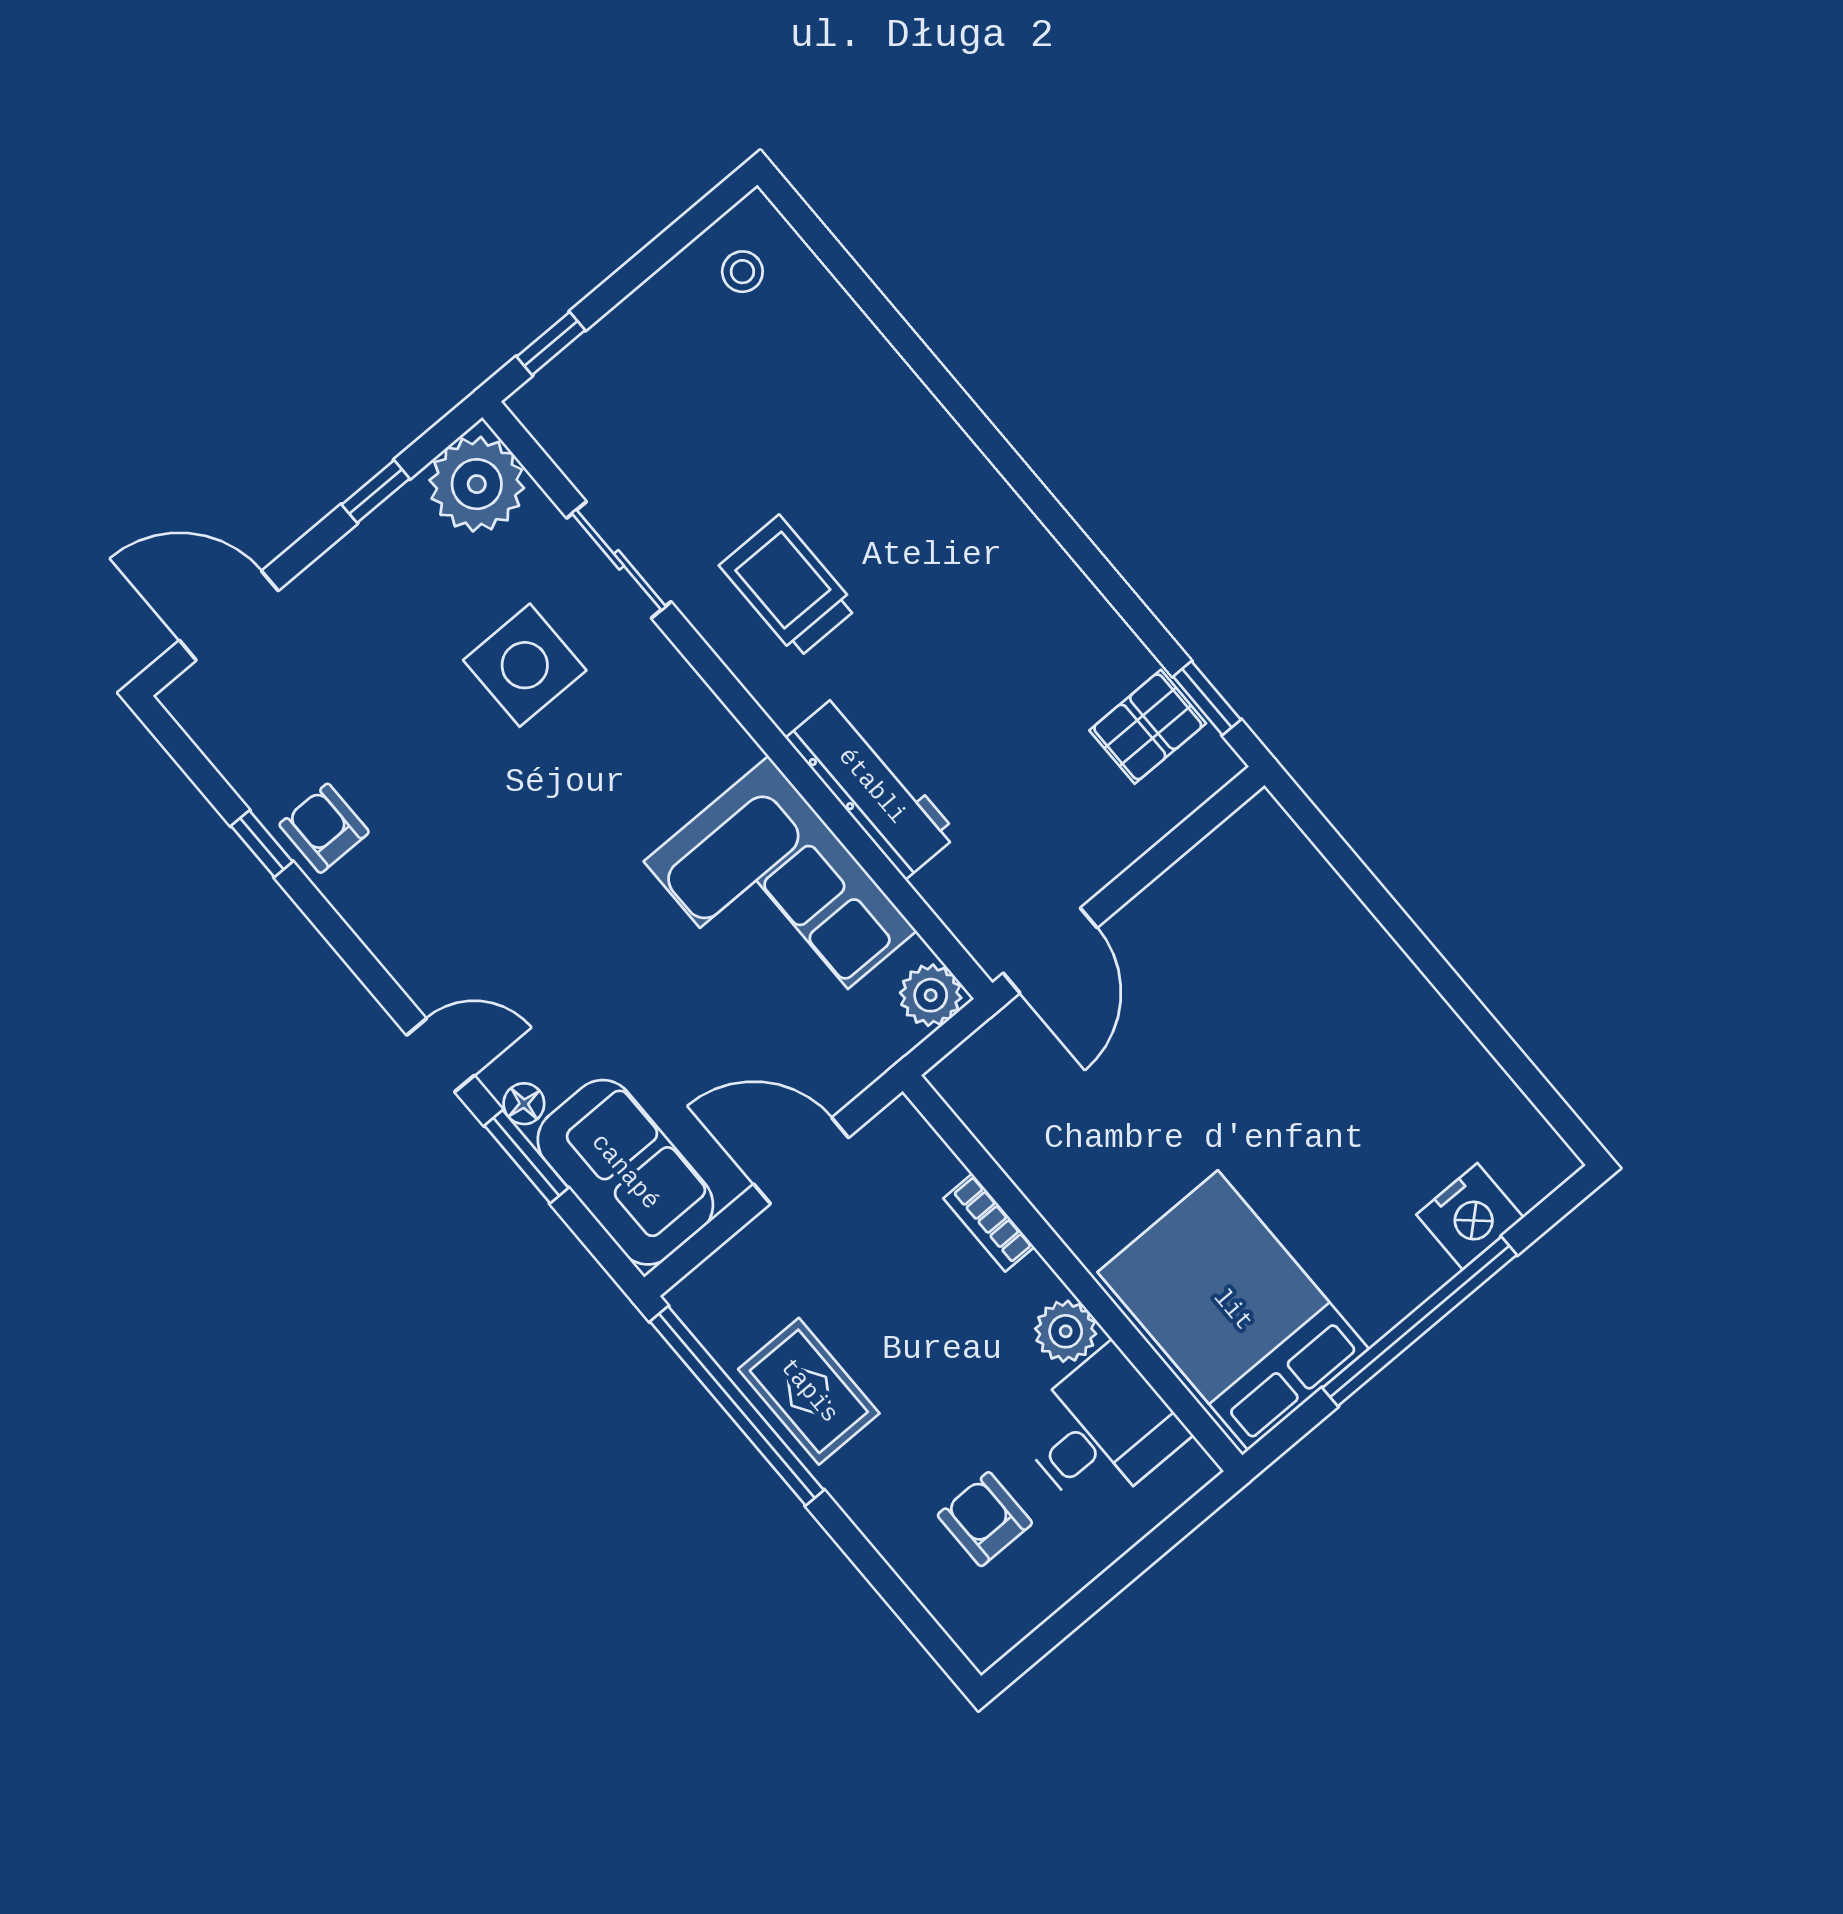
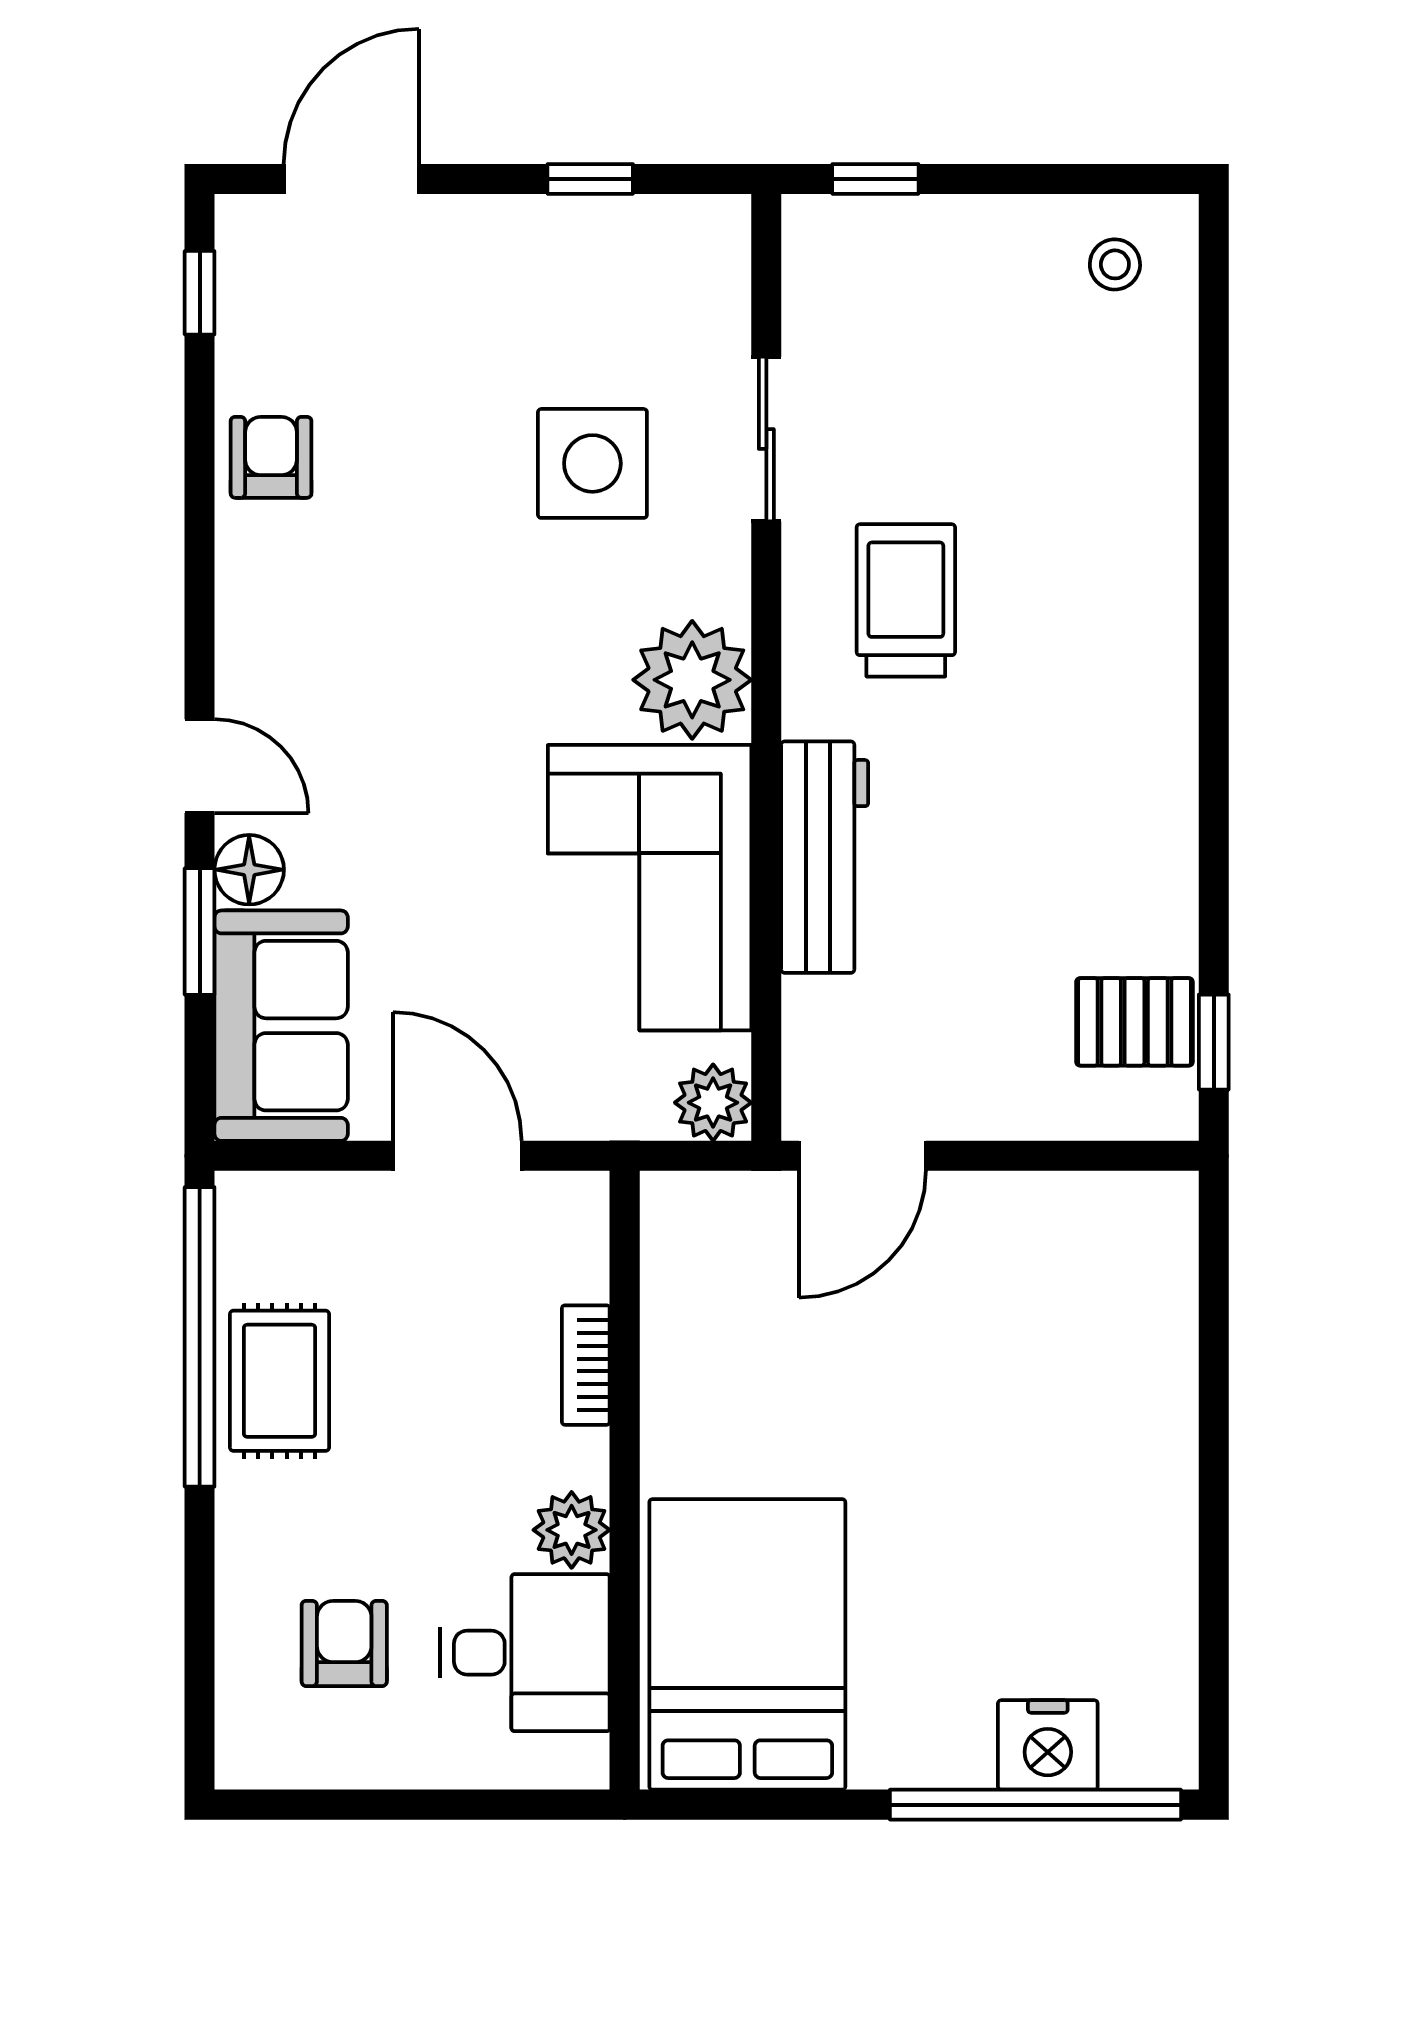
plant: (477, 484) -> (692, 680), moved
door: (229, 616) -> (351, 179), hinge flipped
window: (262, 844) -> (200, 293), moved
floor lamp: (524, 1104) -> (249, 870), width x1.37, depth x1.37
window: (1420, 1321) -> (1035, 1805), moved

